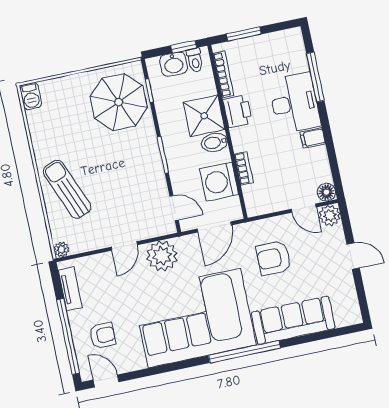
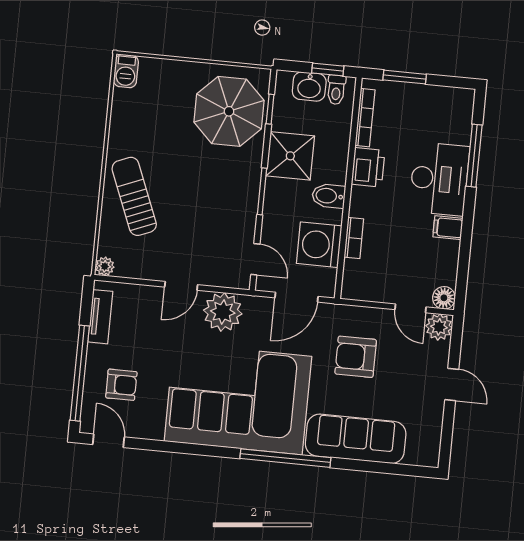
shower: (204, 116) -> (290, 156), moved

